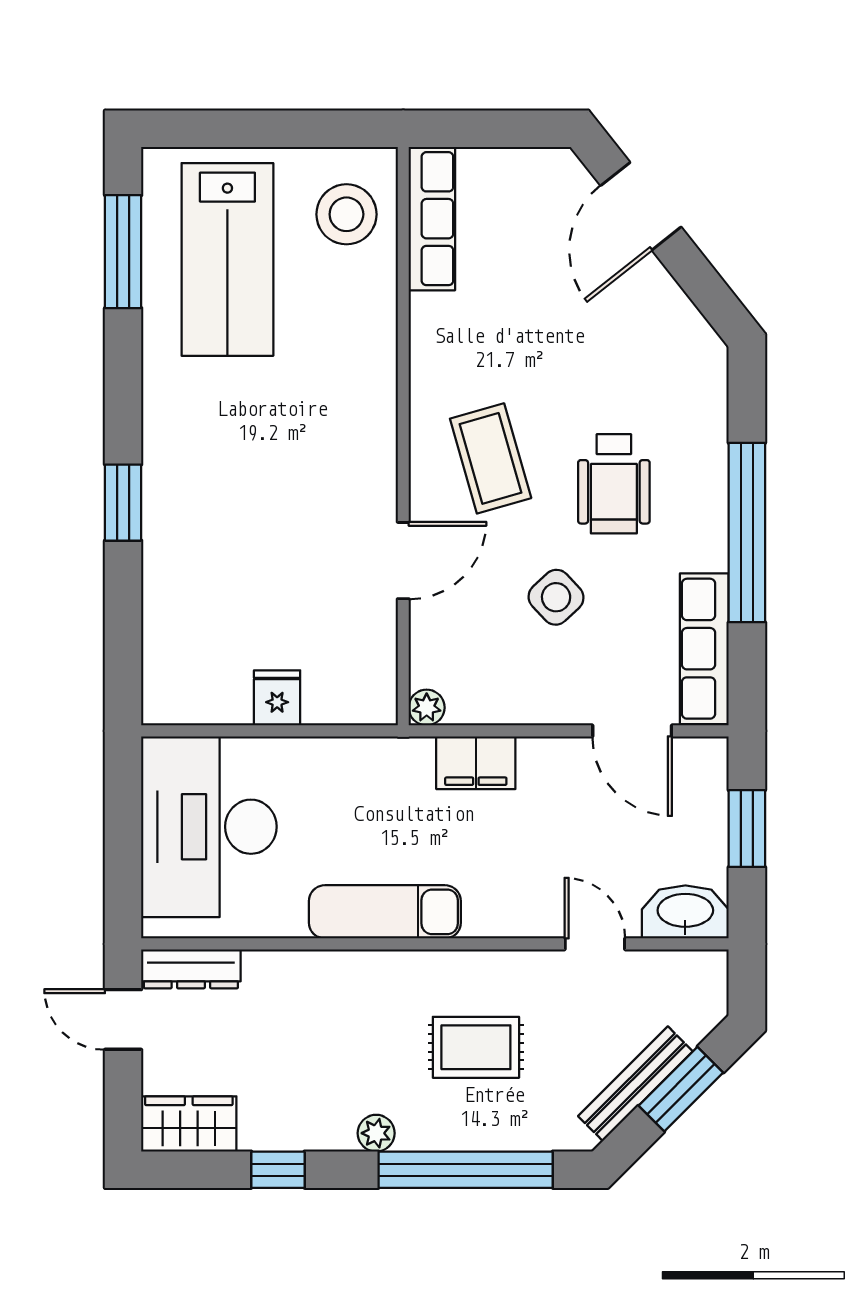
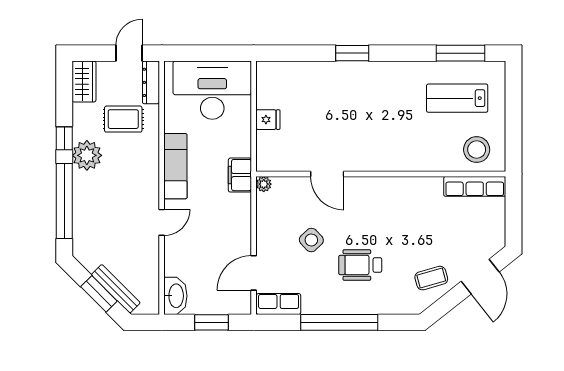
door: (641, 206) -> (480, 277), swing flipped
lab bench: (227, 259) -> (457, 98), width x0.73, depth x0.72
coffee table: (491, 458) -> (431, 278), moved, width x0.73, depth x0.77
row of seats: (704, 649) -> (279, 304), width x0.68
filing cabinet: (476, 763) -> (240, 175), moved
door: (595, 944) -> (162, 222), moved
rug: (476, 1047) -> (123, 119), moved, turned 90
bench: (635, 1084) -> (116, 289), moved
plant: (376, 1133) -> (87, 155), width x1.87, depth x1.87
window: (278, 1170) -> (64, 138), moved

